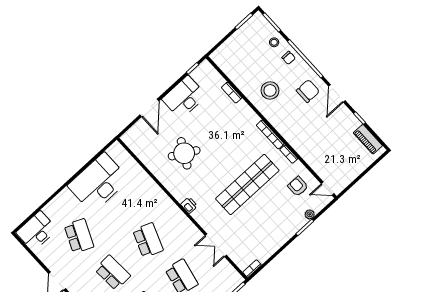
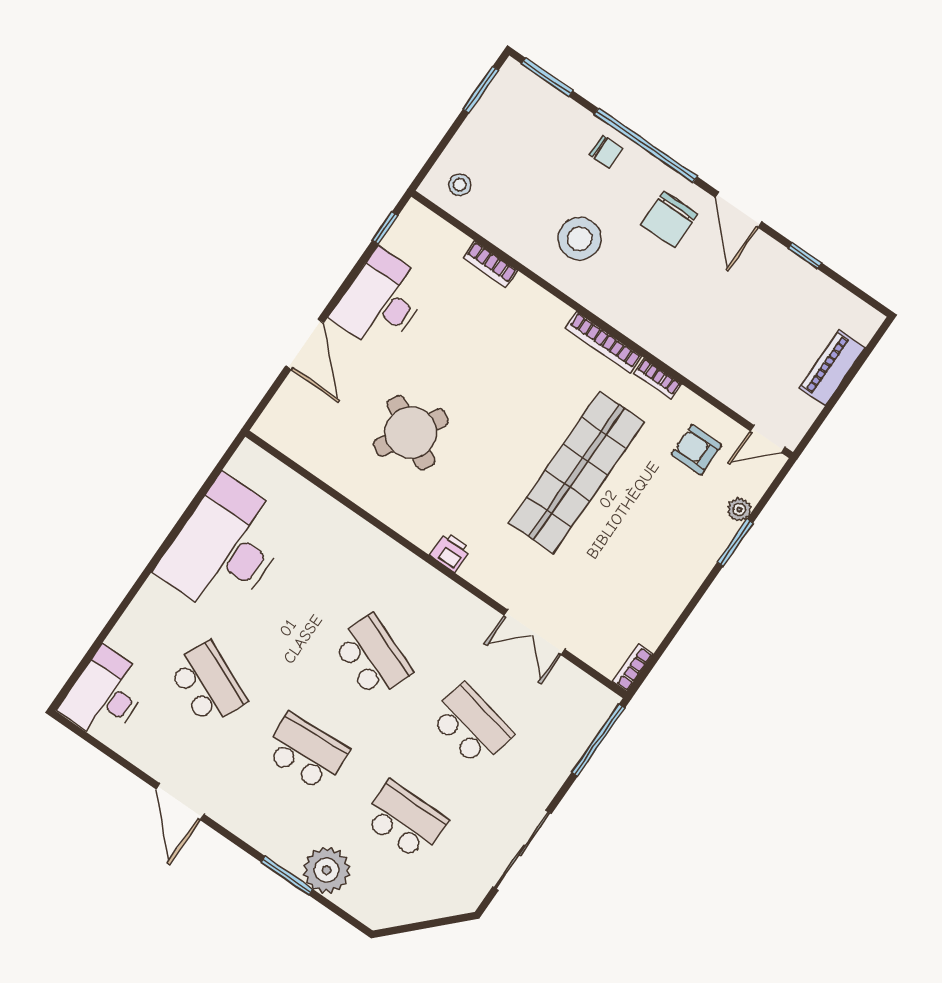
stool: (274, 42) -> (460, 185), moved
chair: (308, 91) -> (669, 220), turned 180
piano: (368, 139) -> (832, 368), moved, turned 90

